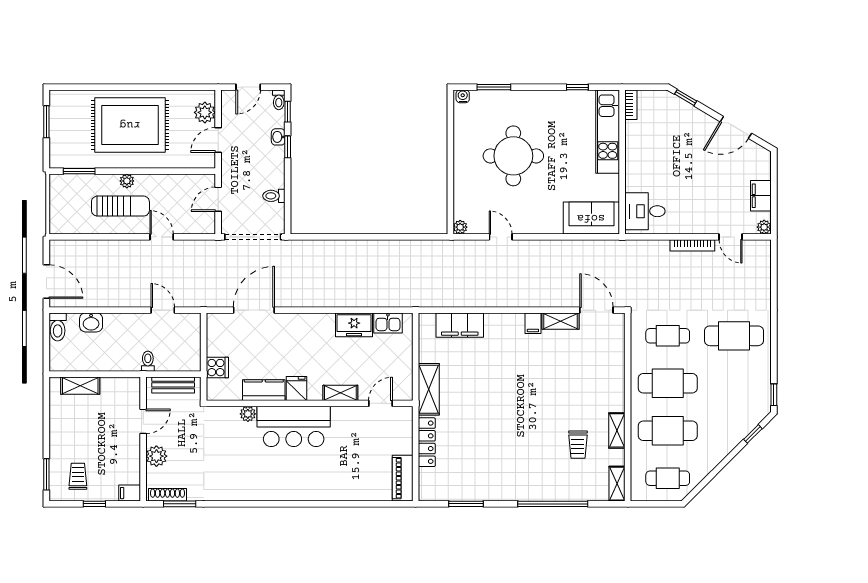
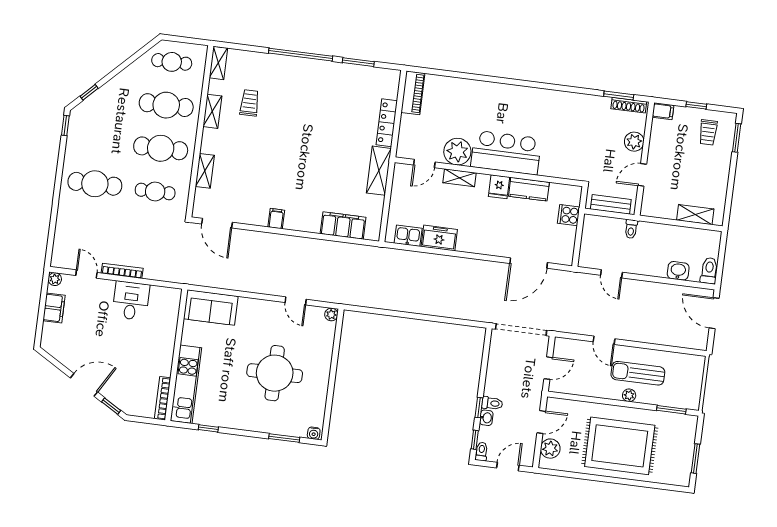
bookcase: (631, 105) -> (163, 398), width x1.56
door: (736, 127) -> (84, 385), moved
toilet: (274, 196) -> (492, 403), moved
desk: (645, 211) -> (131, 301), moved, turned -90
shelving: (560, 321) -> (205, 171), moved, turned 90
plant: (248, 414) -> (457, 152), moved, width x1.87, depth x1.87
window: (553, 504) -> (301, 55), moved

